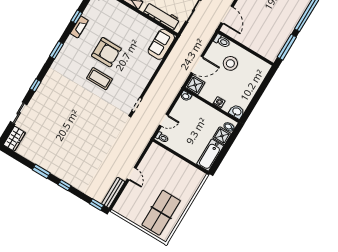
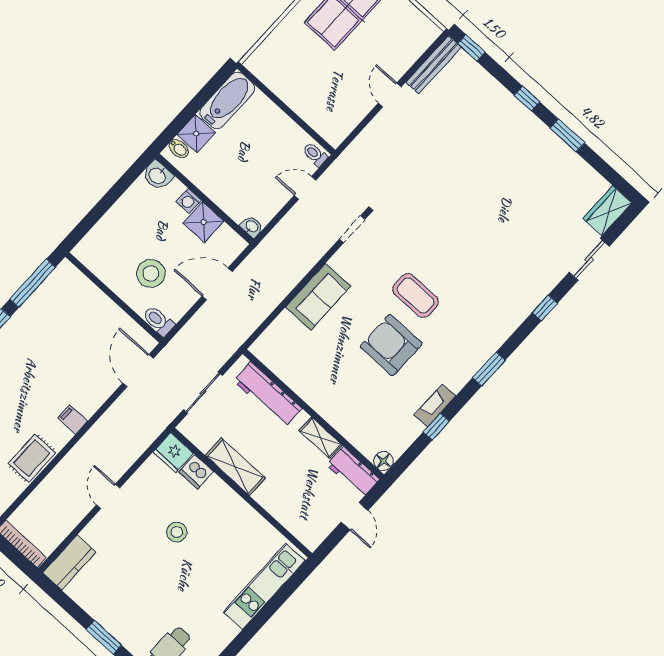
sofa: (161, 44) -> (318, 297), moved
shower: (195, 85) -> (204, 222), moved

